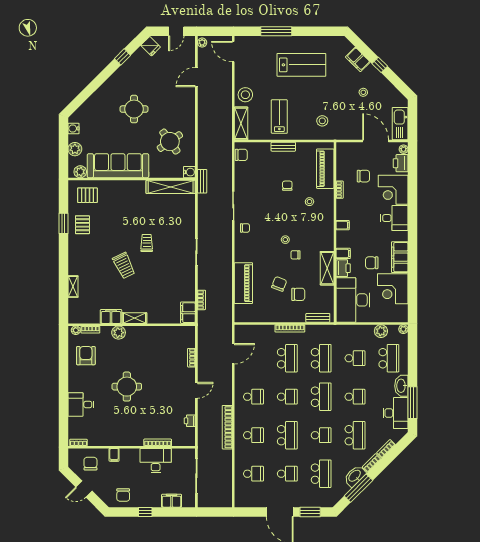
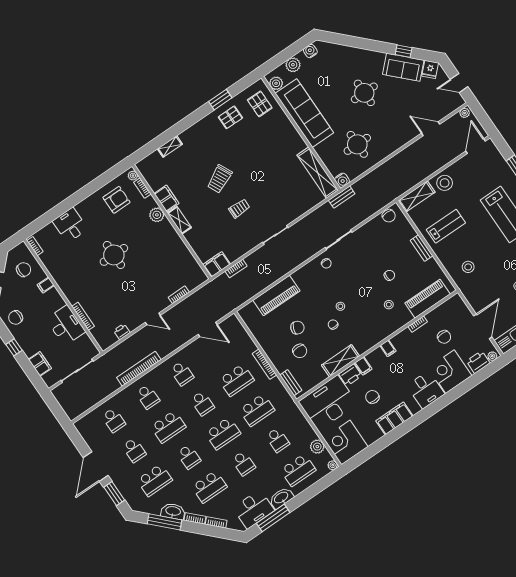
sofa: (135, 66) -> (403, 67), added
round table: (170, 142) -> (357, 144), turned 35
trolley: (147, 243) -> (239, 208), moved
corner desk: (393, 289) -> (346, 443), moved

